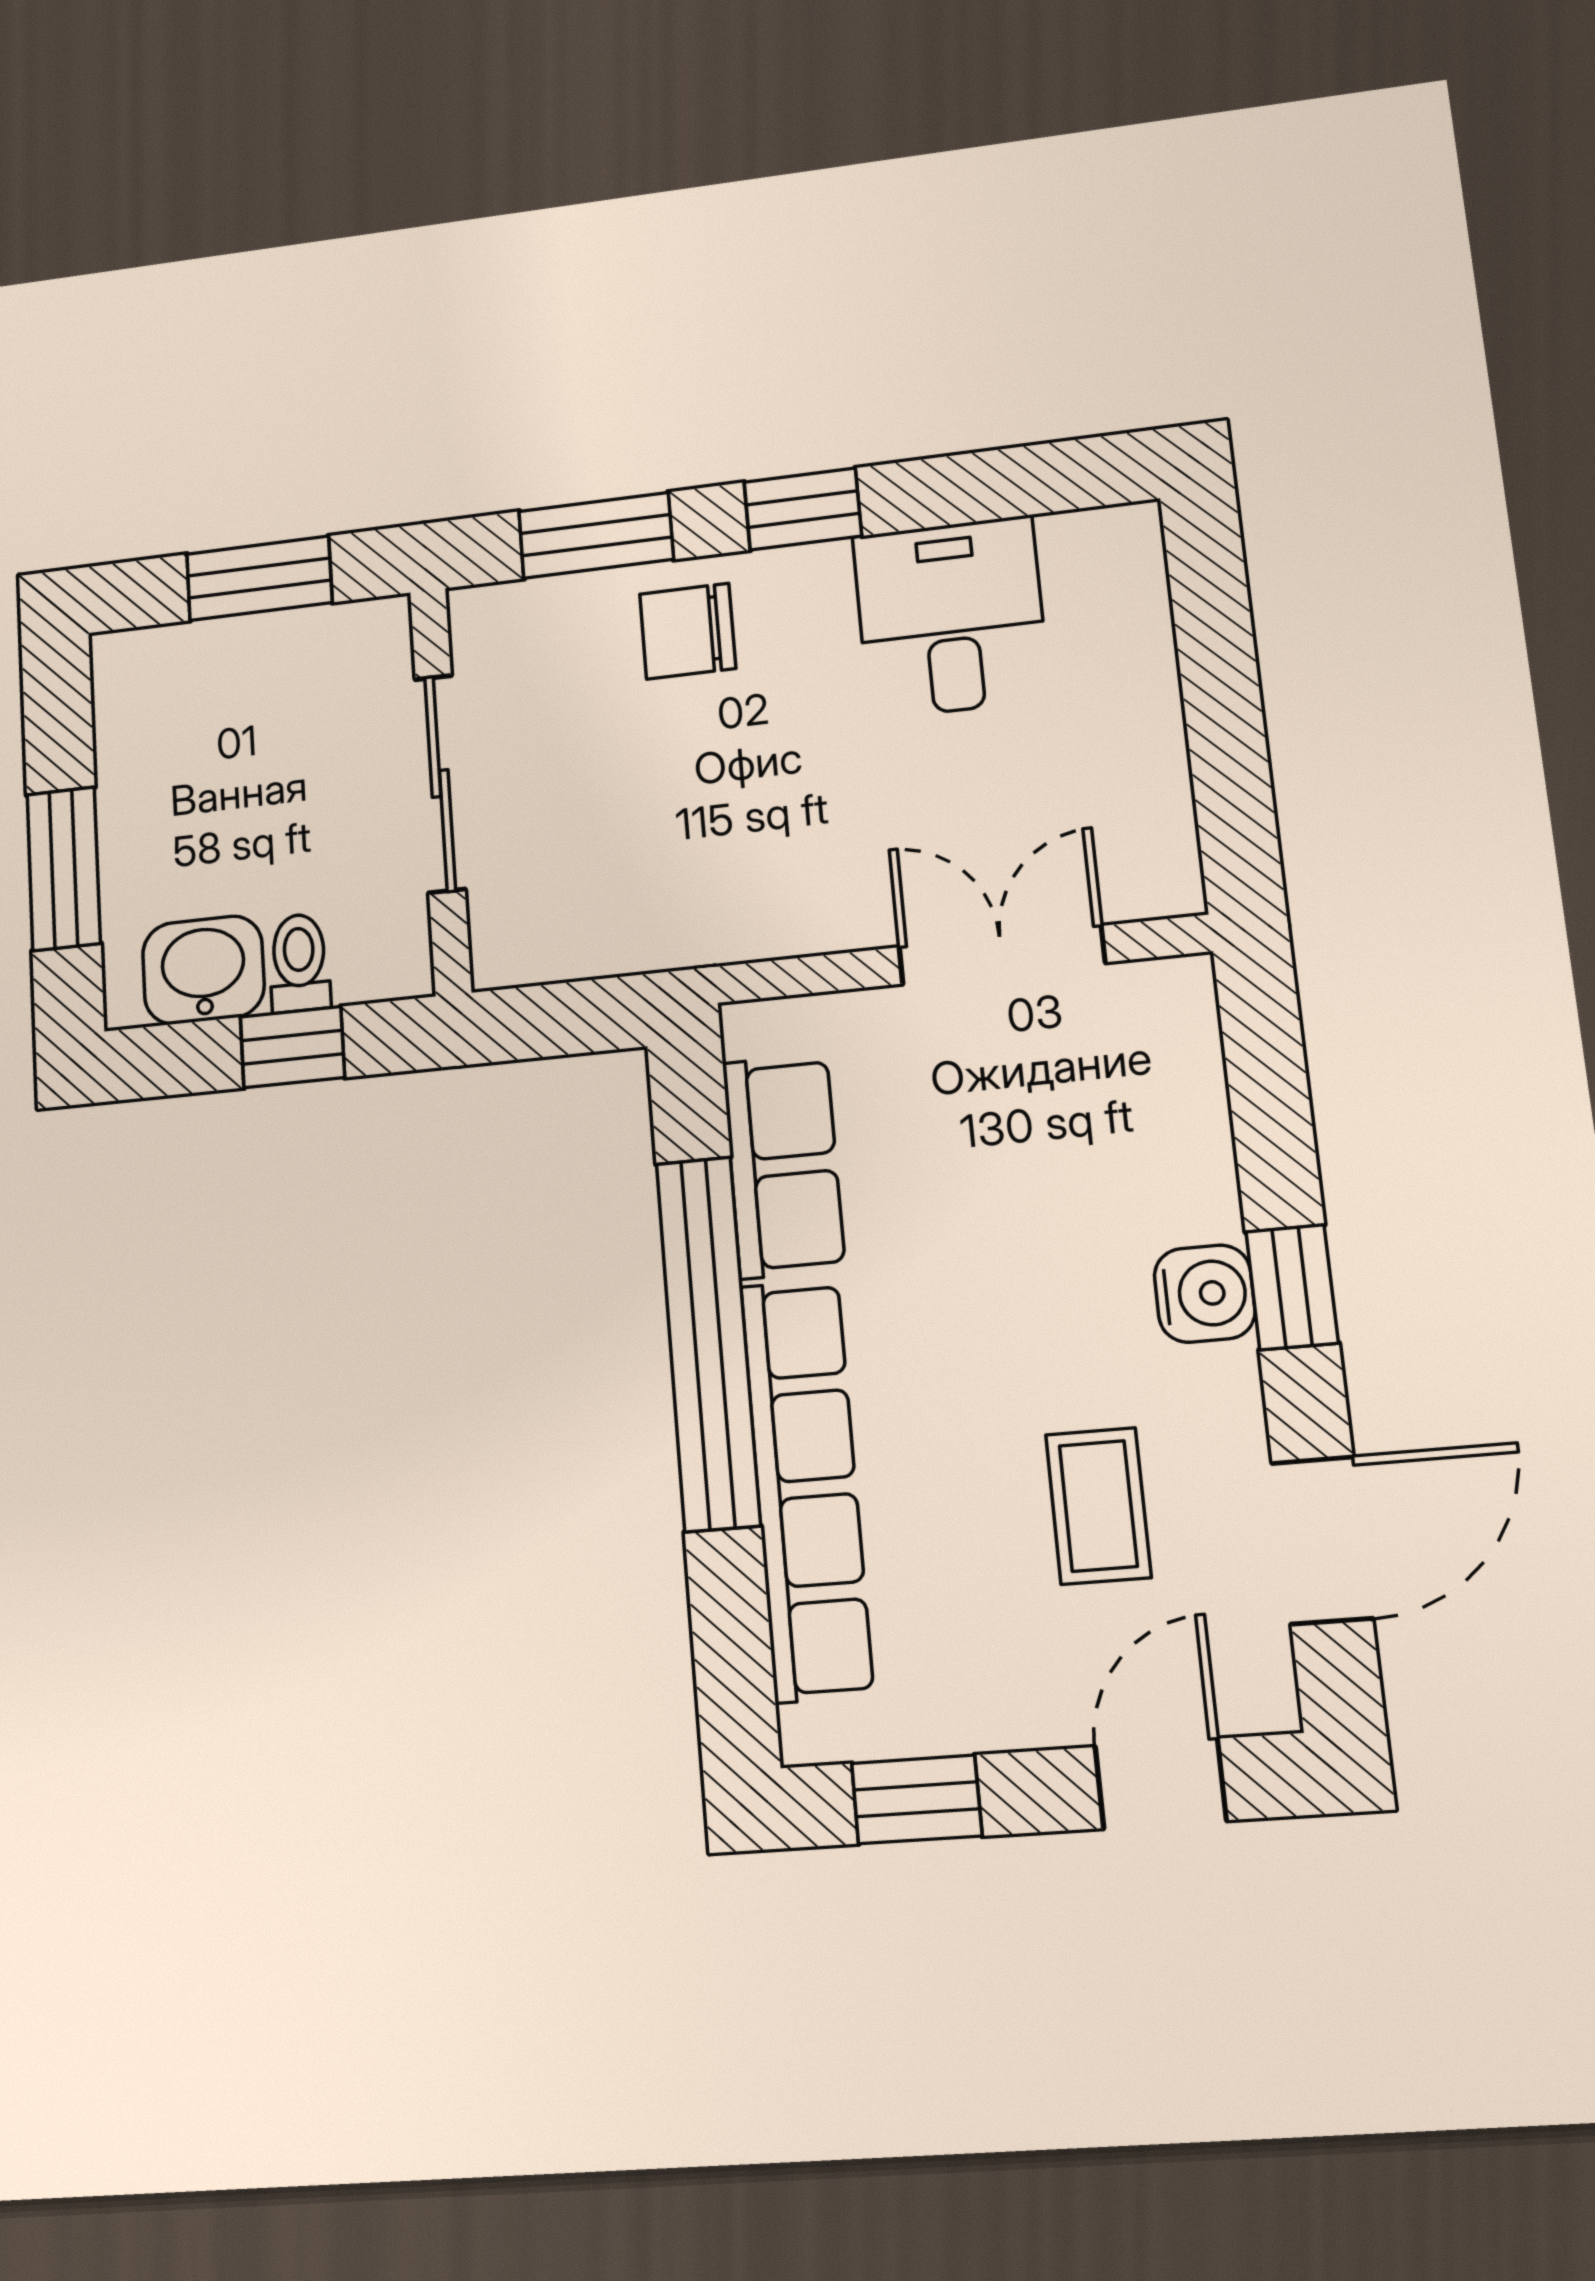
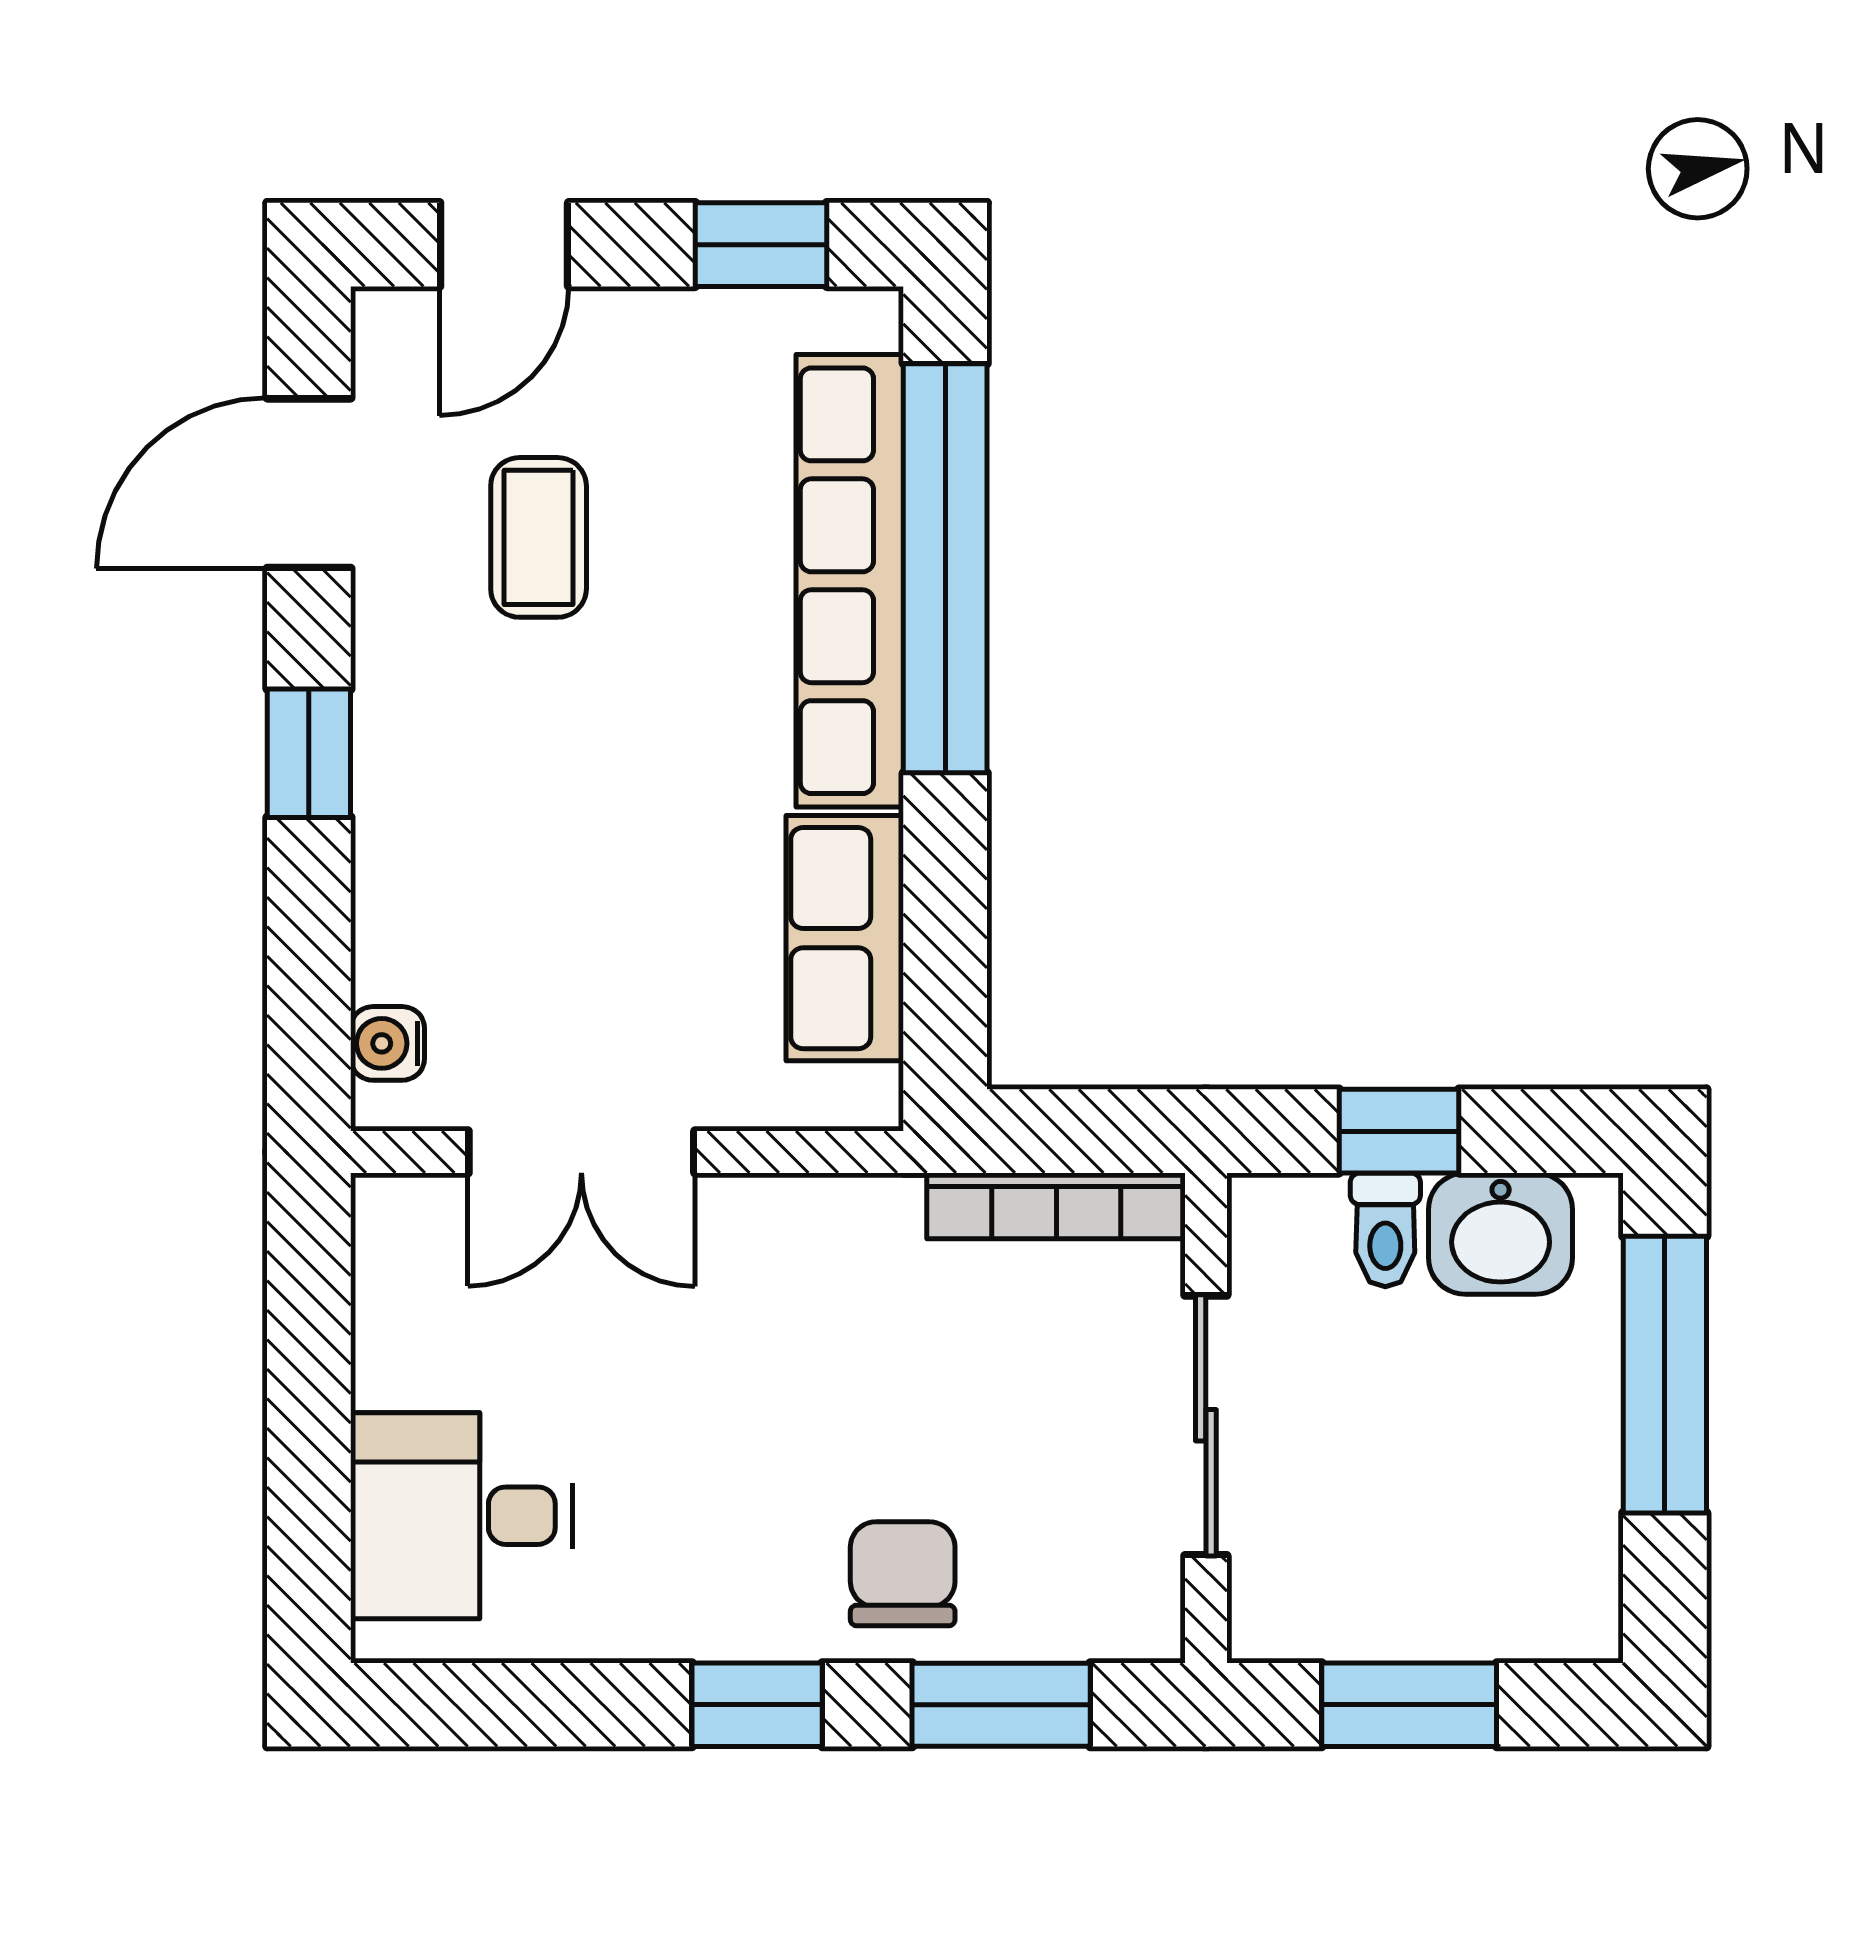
desk: (951, 617) -> (462, 1516), moved, turned 90
chair: (688, 631) -> (903, 1574), turned -90
window: (64, 869) -> (1665, 1375), width x1.44
bookcase: (580, 953) -> (1056, 1206), added
water cooler: (1205, 1294) -> (388, 1043), moved, width x0.72, depth x0.72
window: (708, 1343) -> (945, 568), moved

